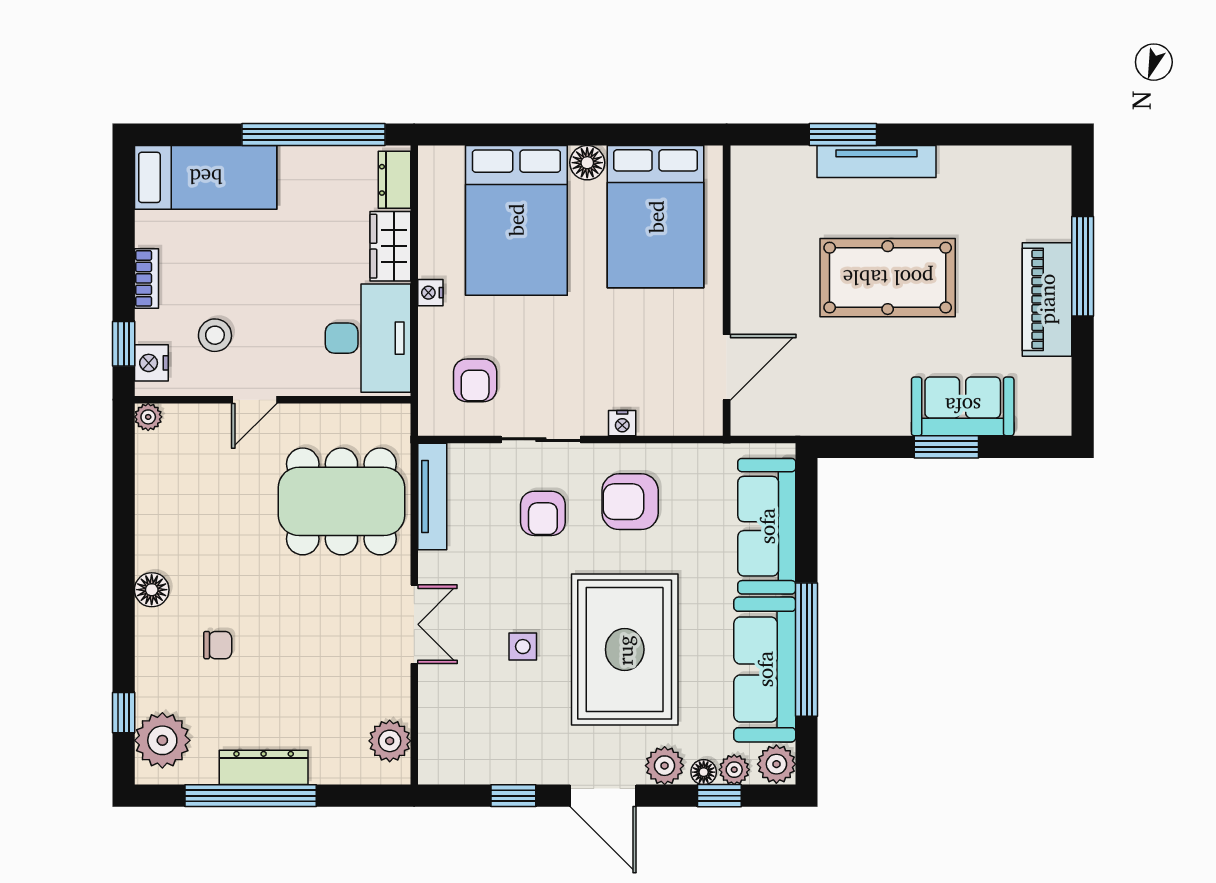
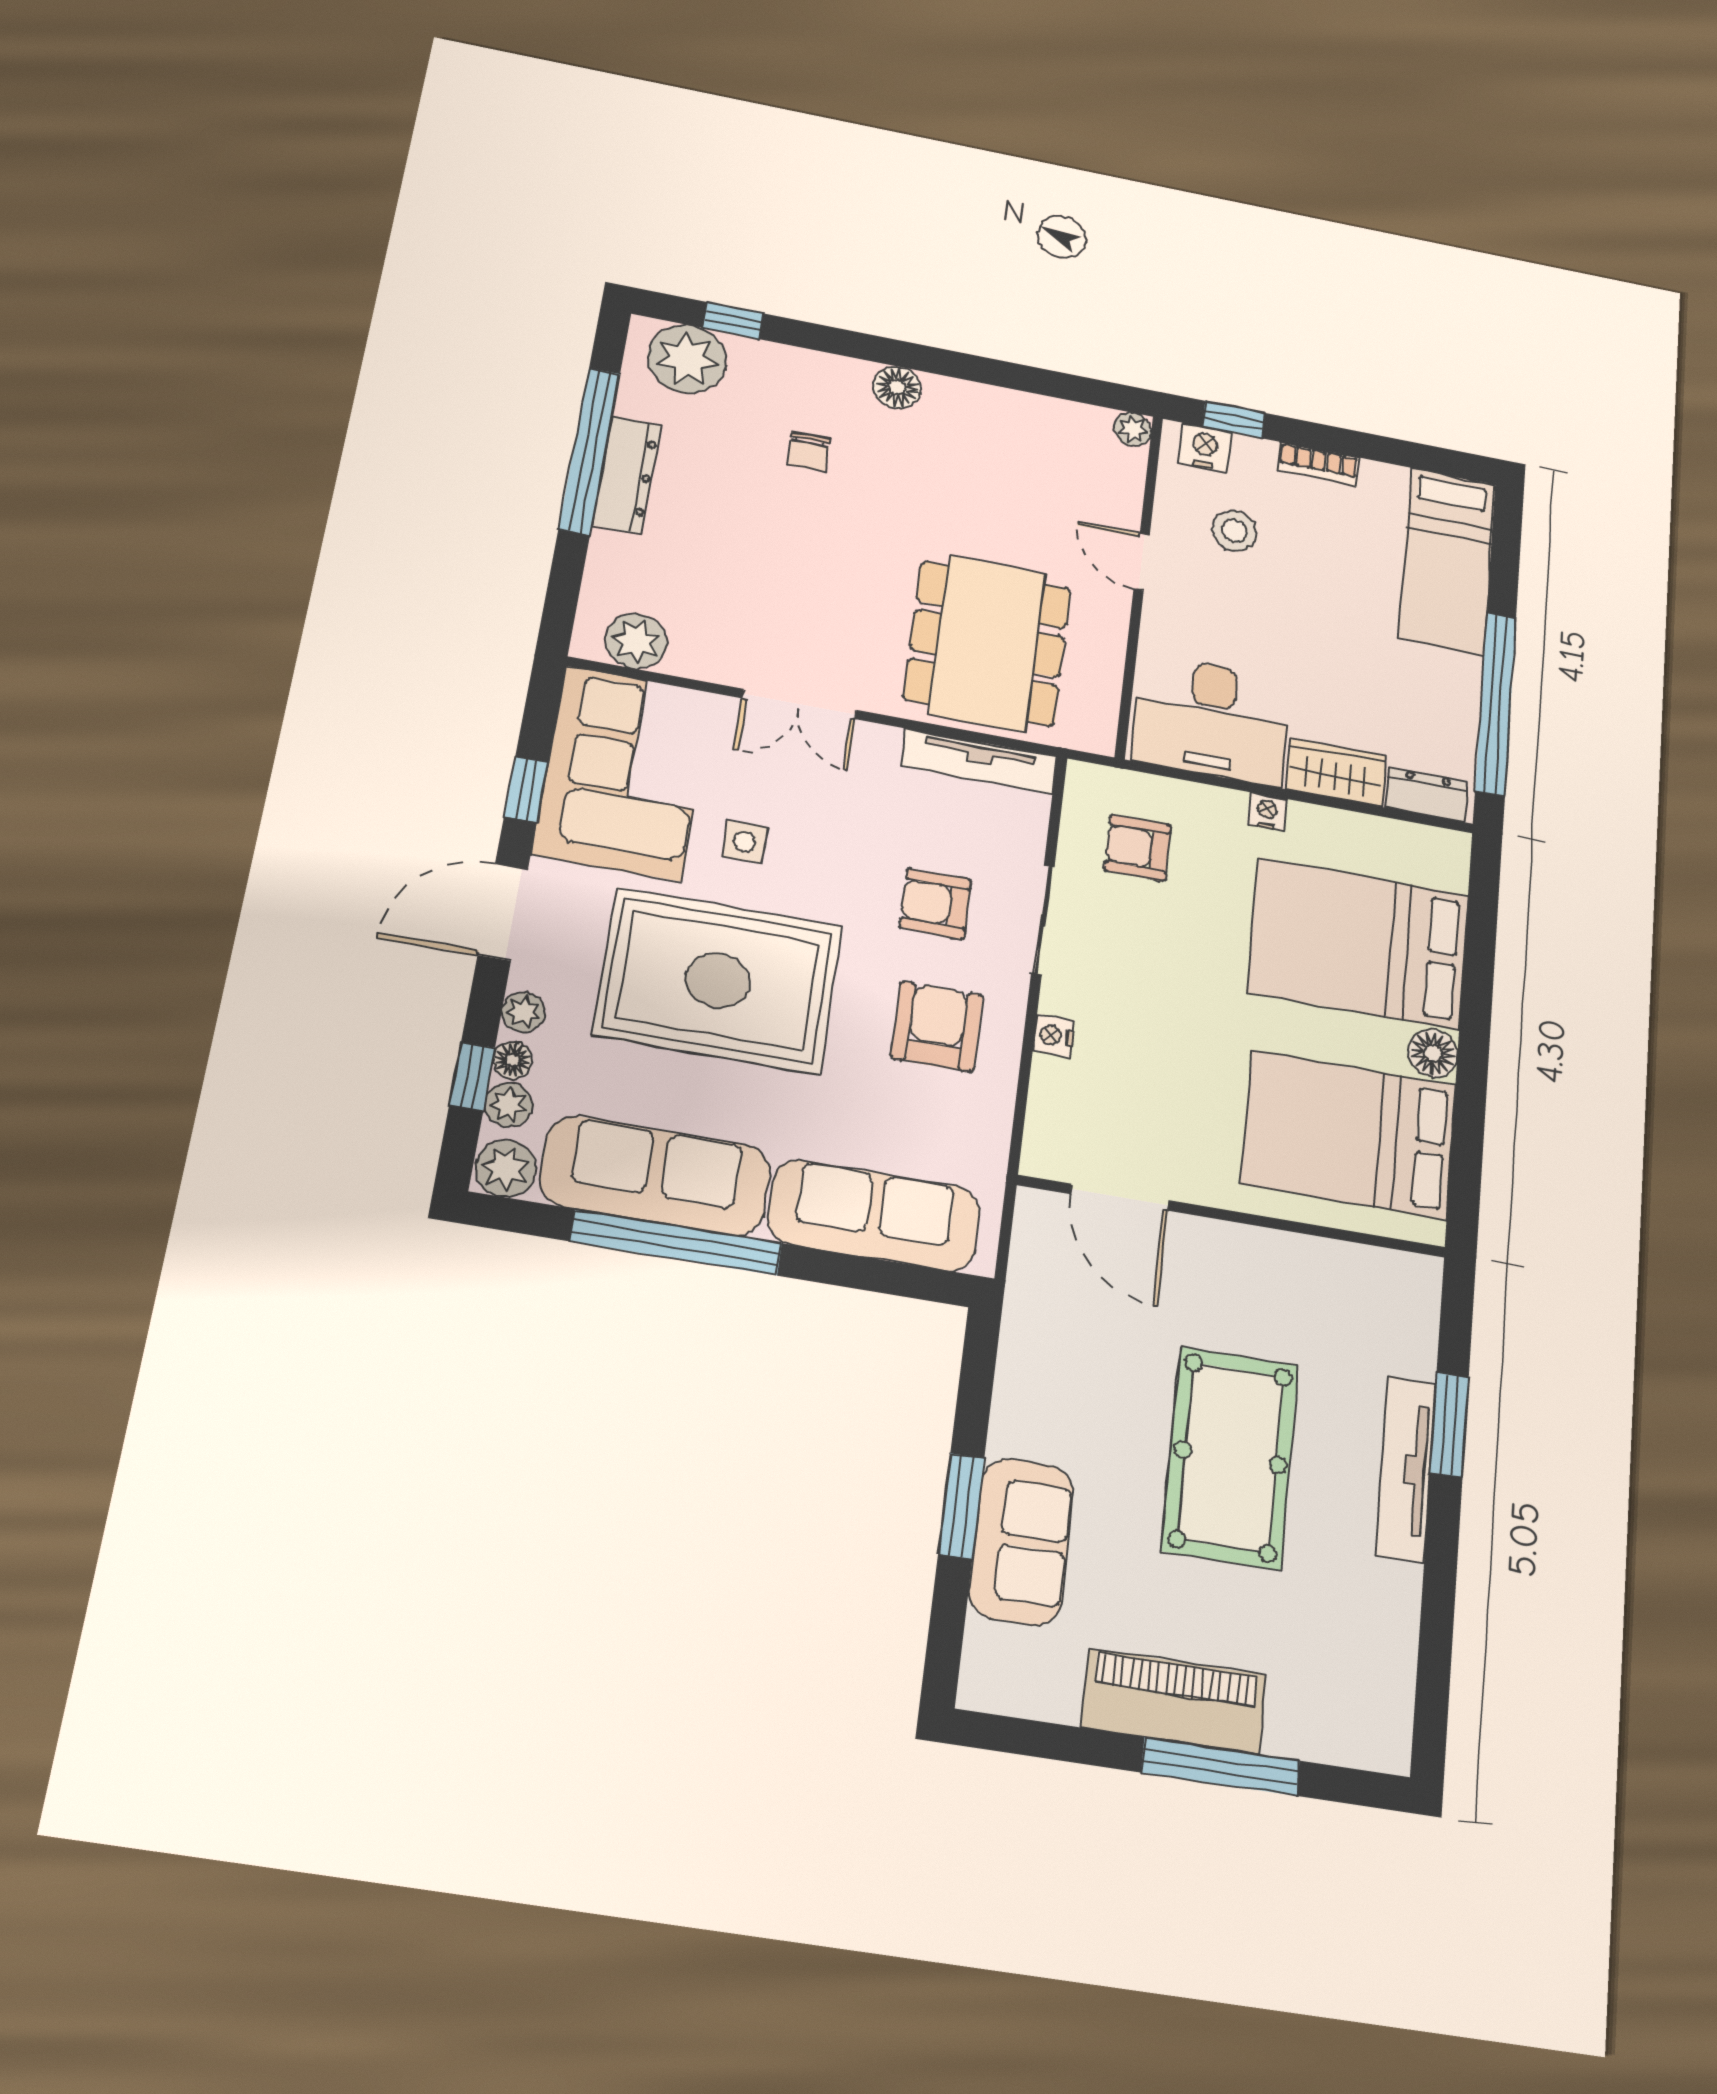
corner sofa: (489, 734) -> (623, 773), added
plant: (665, 766) -> (523, 1012), width x0.73, depth x0.73

